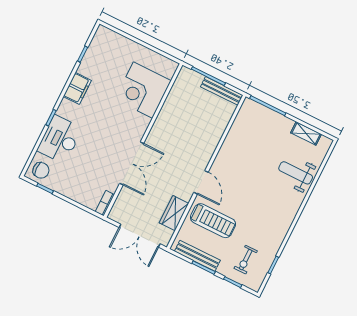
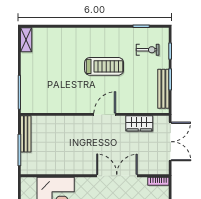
shelving: (306, 133) -> (26, 40), moved
weight bench: (296, 173) -> (61, 45), removed
treadmill: (213, 221) -> (104, 66), moved, turned 90

